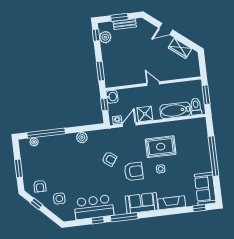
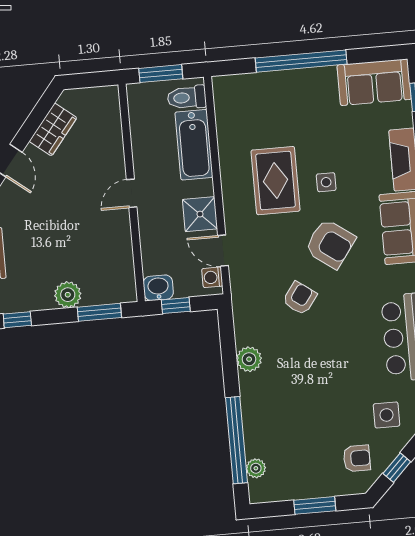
plant: (105, 37) -> (68, 295), moved
armchair: (134, 171) -> (330, 244), turned 126

